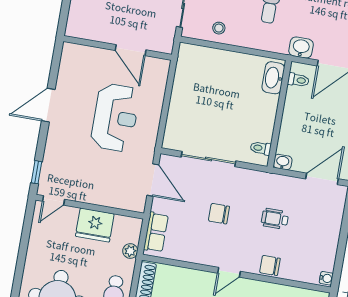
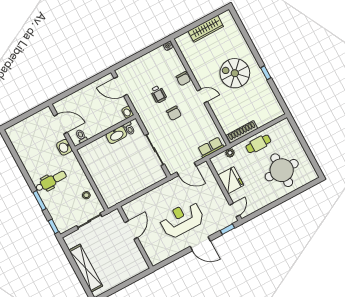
washbasin: (273, 78) -> (116, 135), moved
door: (48, 105) -> (200, 244), moved
reception desk: (115, 118) -> (182, 220), moved
door: (153, 180) -> (186, 169), swing flipped
door: (54, 200) -> (235, 210), hinge flipped
chair: (219, 214) -> (174, 113), moved

